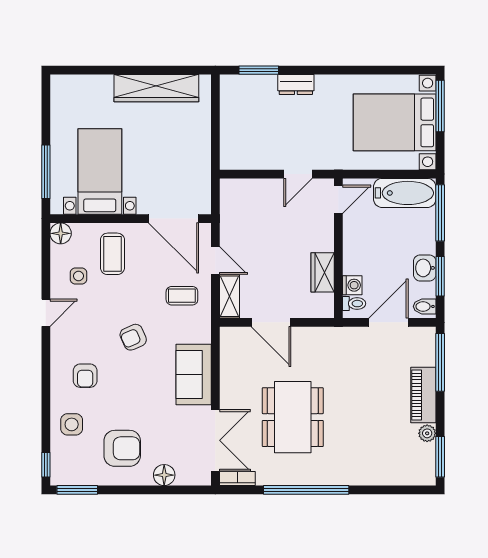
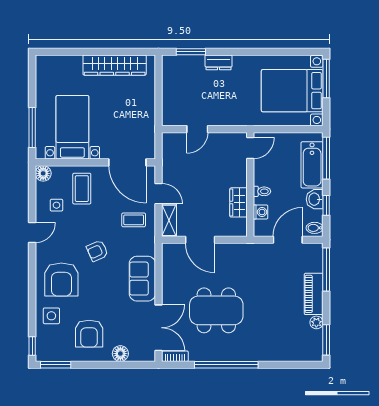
door: (298, 174) -> (197, 129), moved
bathtub: (405, 193) -> (312, 165), moved, turned 90
window: (440, 276) -> (326, 205), width x0.67
toilet: (354, 304) -> (262, 191), moved
armchair: (85, 376) -> (61, 280), width x1.88, depth x1.88
dining table: (293, 417) -> (216, 310), turned 90
armchair: (122, 448) -> (89, 334), turned 90

